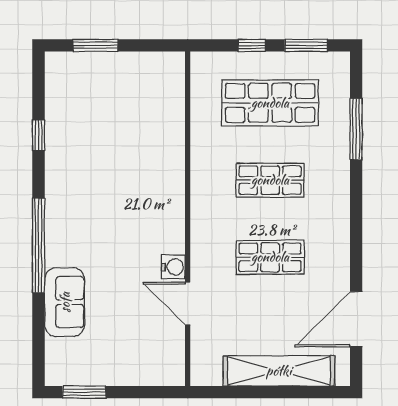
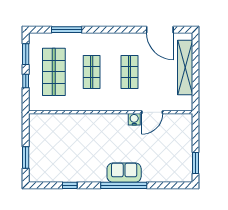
sofa: (65, 302) -> (124, 173), moved

